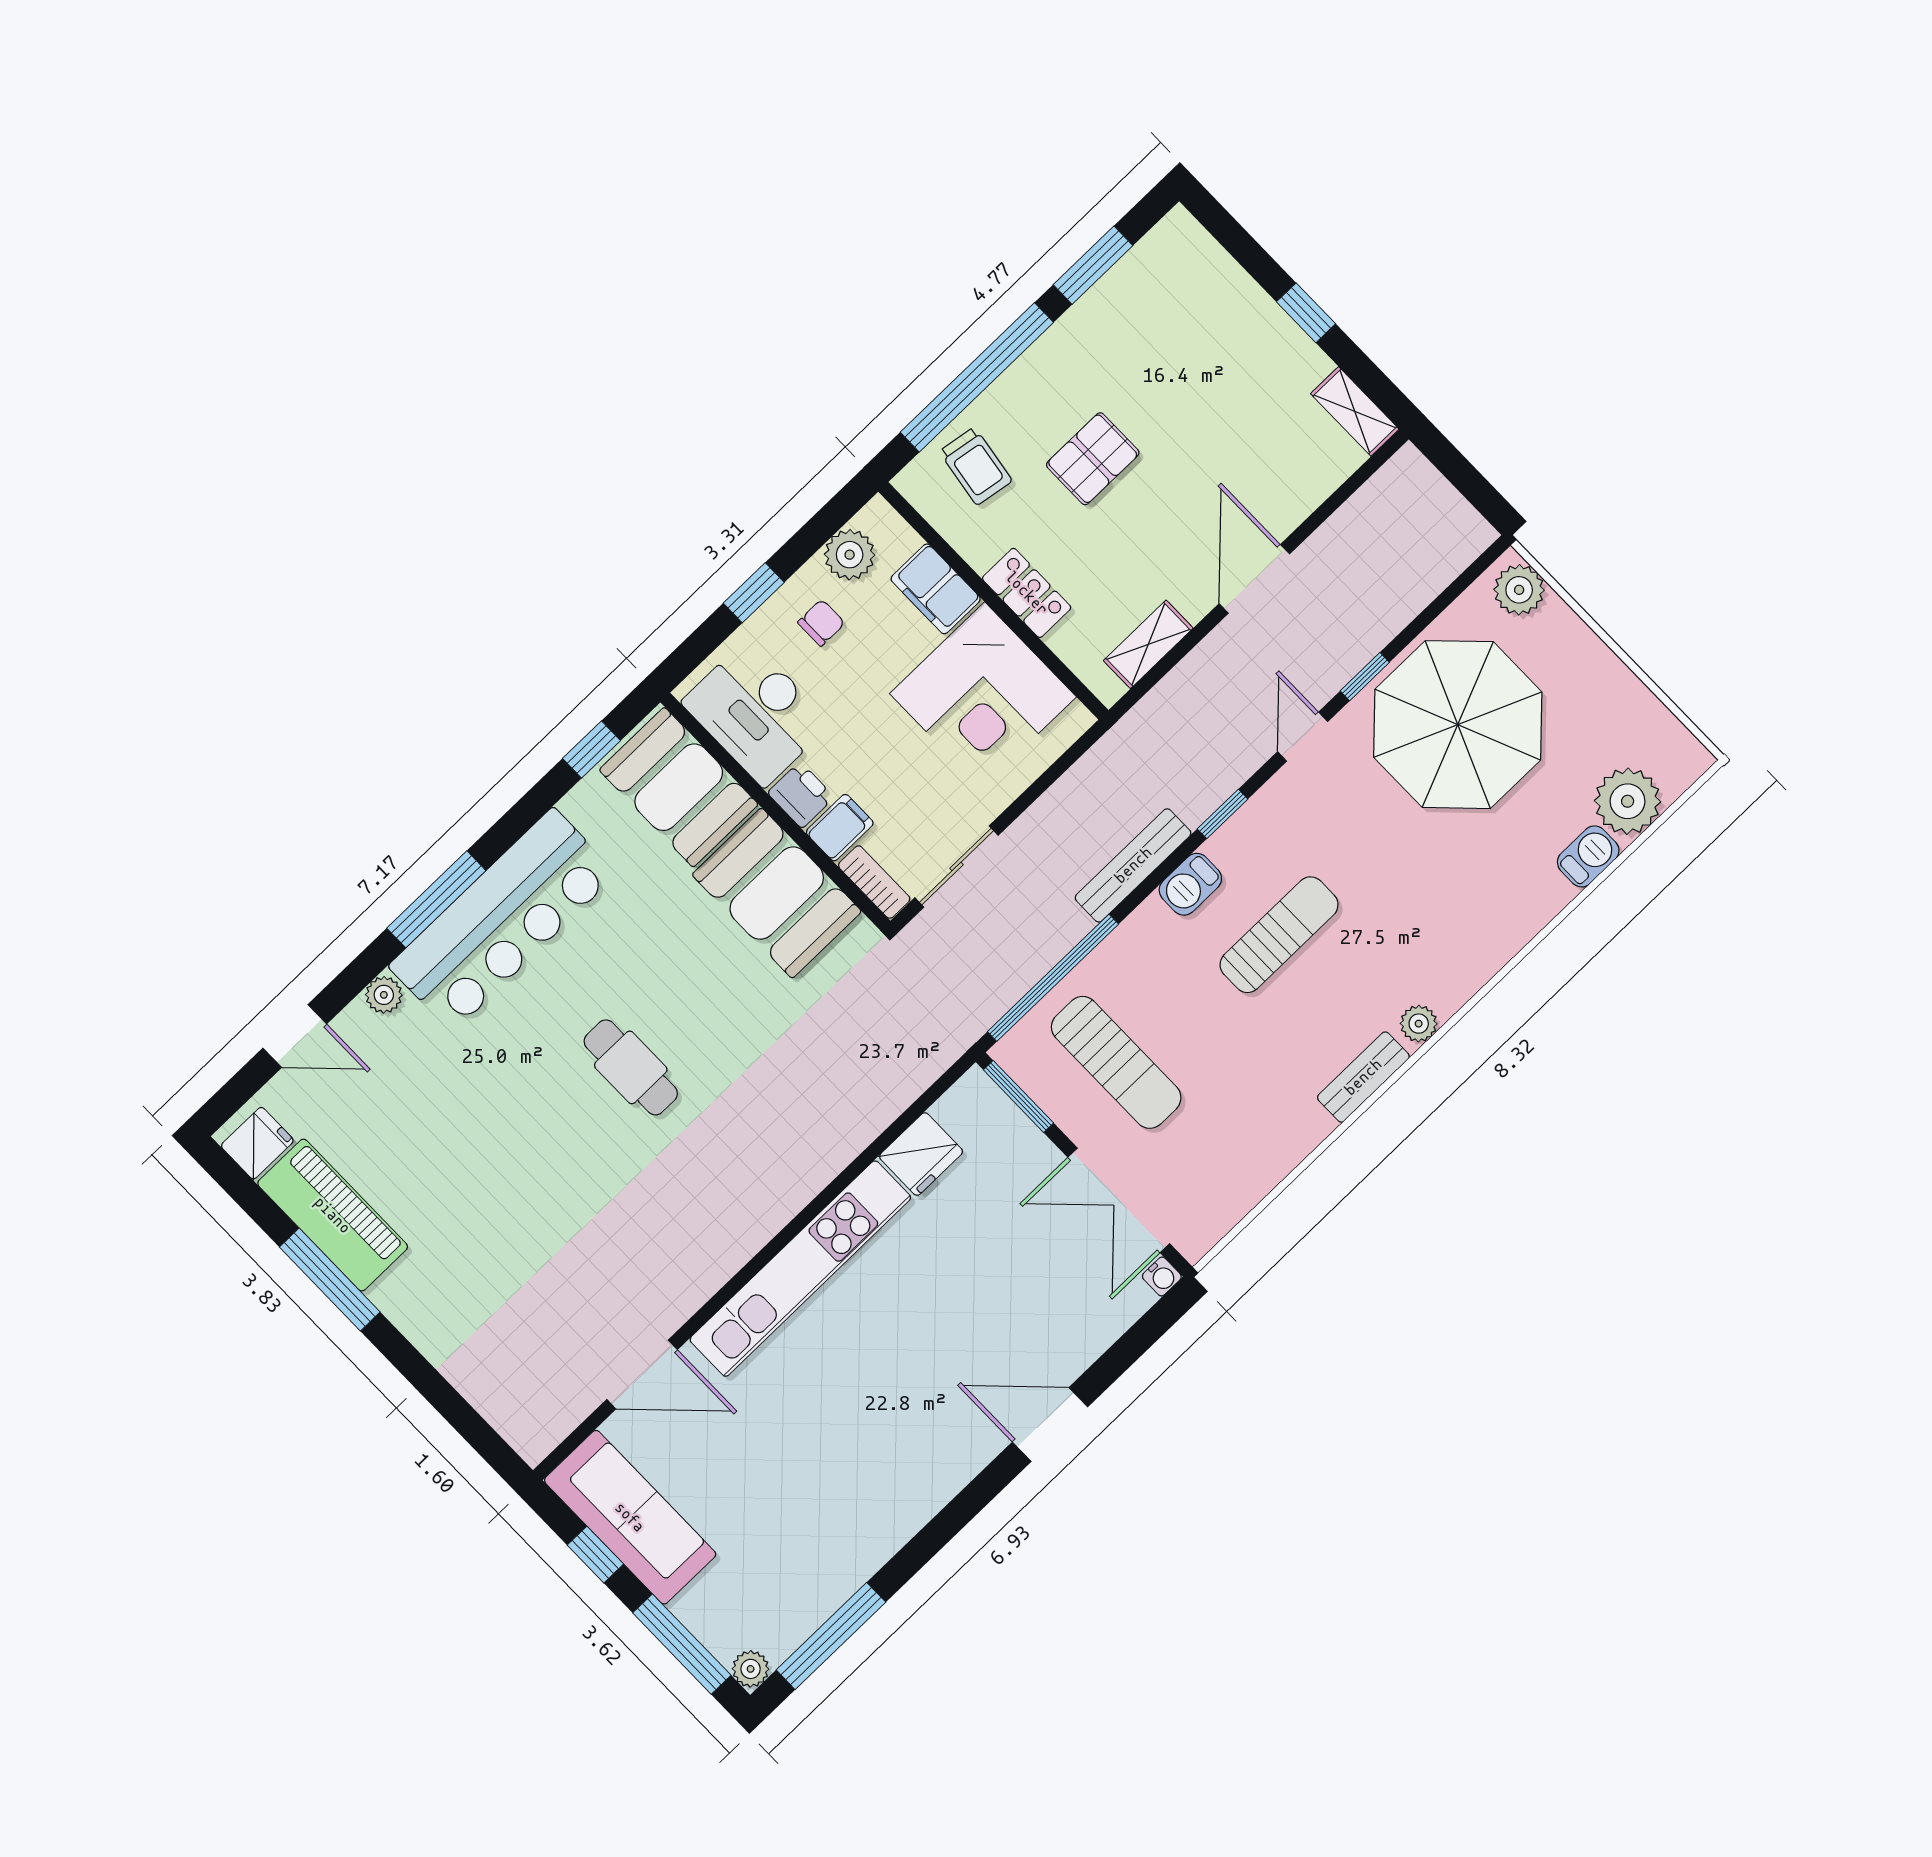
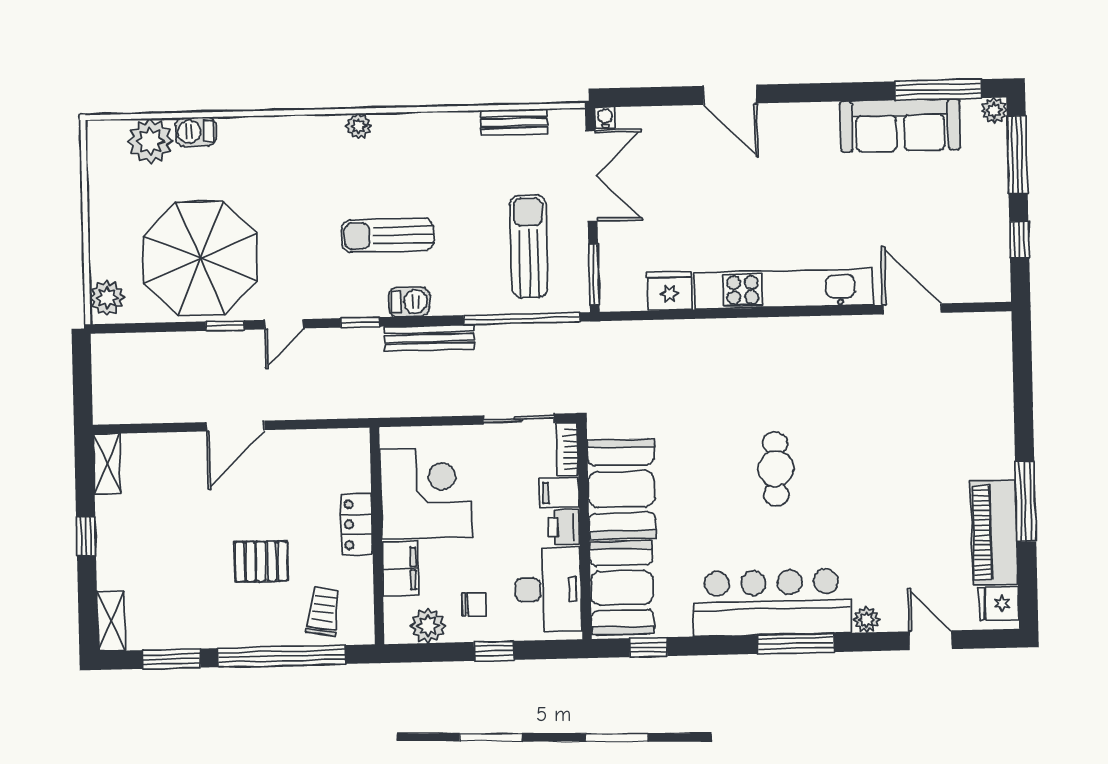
chair: (821, 623) -> (474, 605), turned 180
shelving: (1148, 644) -> (111, 621), moved, turned 90
bench: (1363, 1077) -> (514, 122), moved
sofa: (630, 1517) -> (900, 125), moved, turned -90

